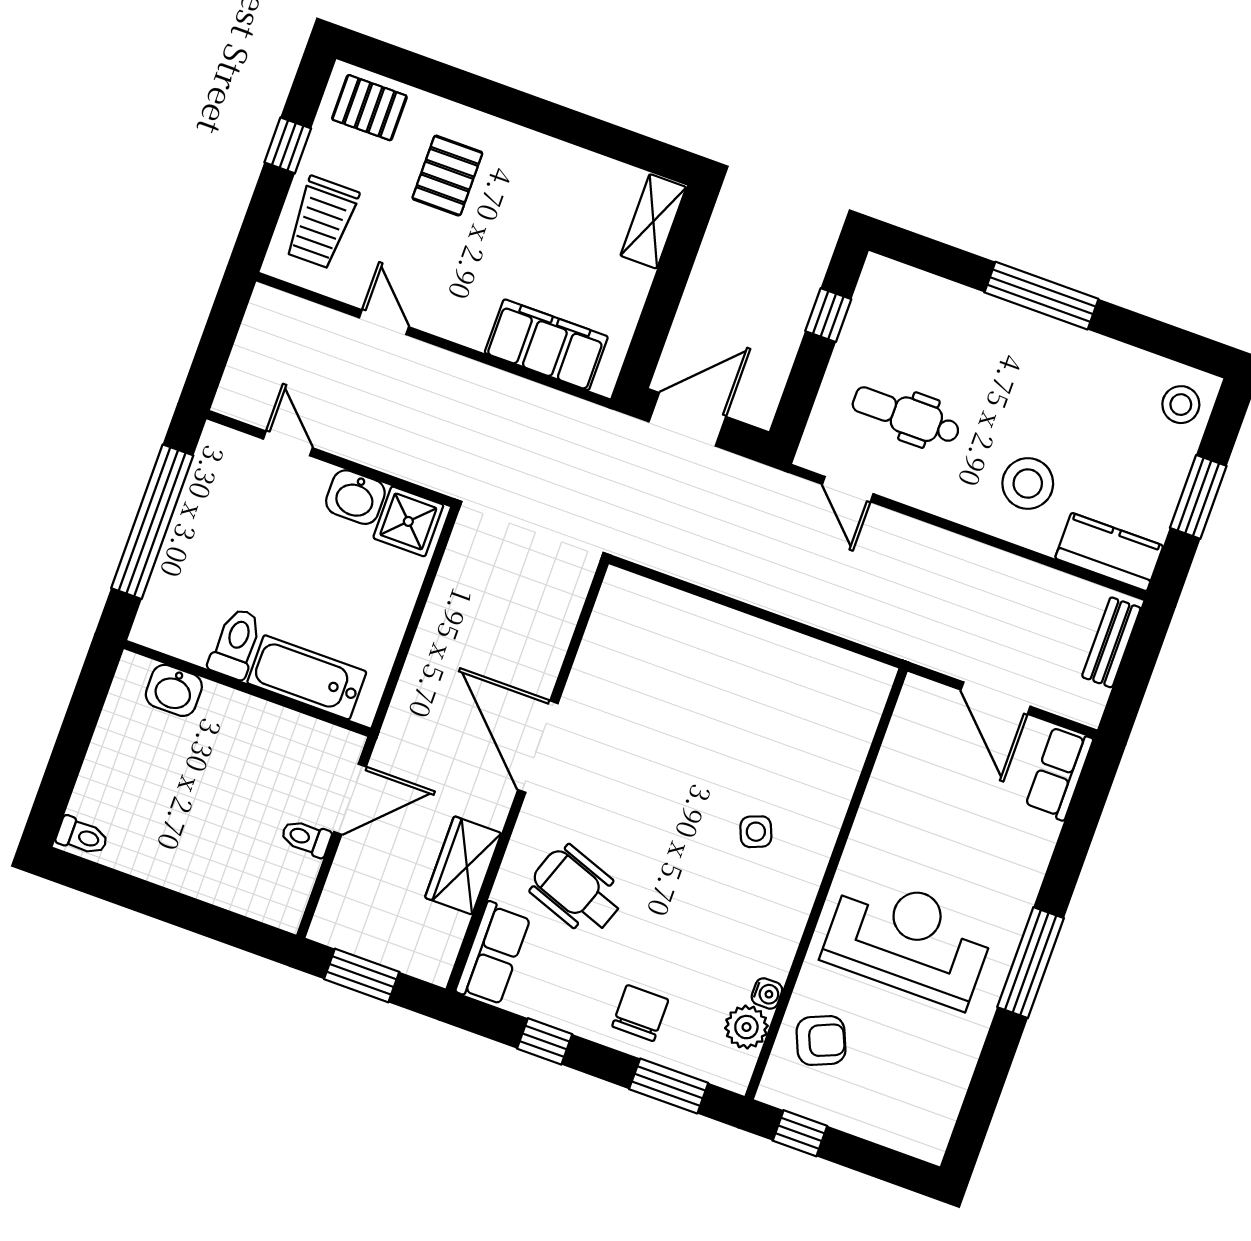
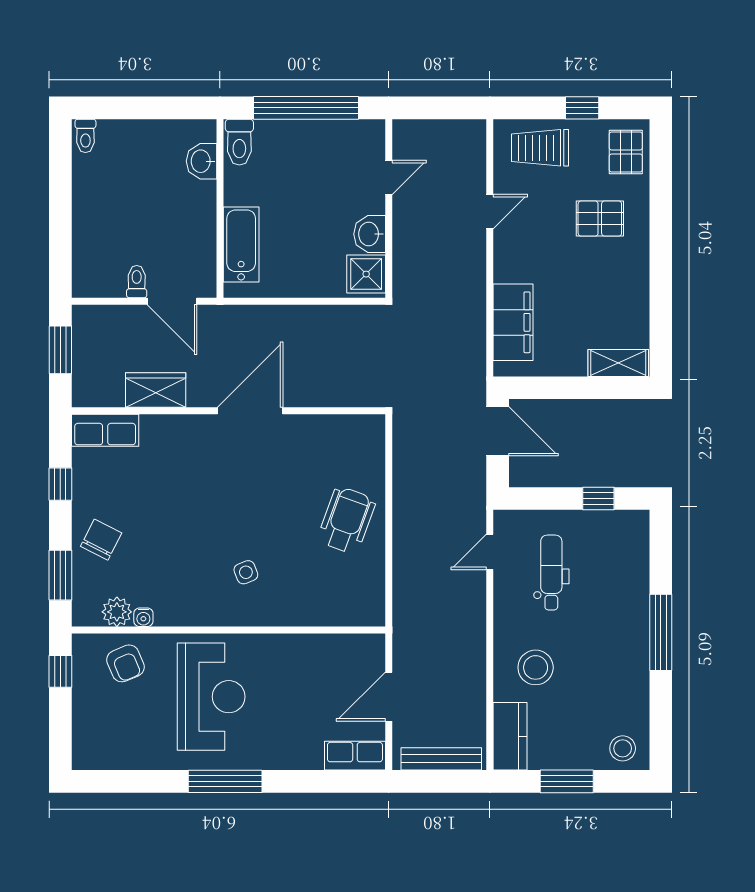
bench: (1111, 642) -> (441, 759), width x1.36
toilet: (236, 644) -> (239, 142), moved, turned 90
wheelchair: (577, 890) -> (347, 520), moved
chair: (640, 1013) -> (101, 540), turned -63

